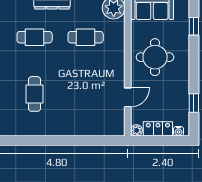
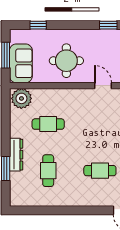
cafe table: (86, 37) -> (48, 124), turned 90

